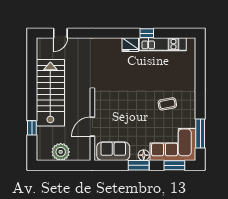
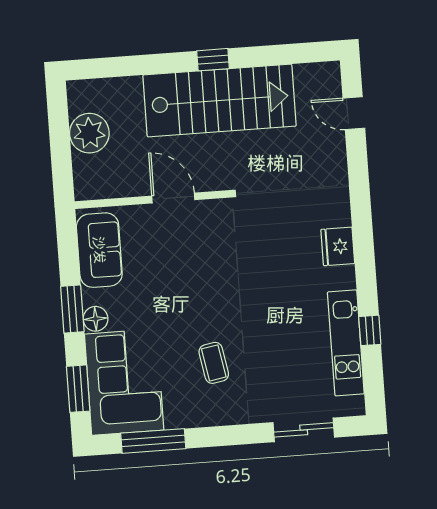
window: (147, 33) -> (370, 330), moved
fridge: (130, 45) -> (338, 246), moved
sliding door: (200, 66) -> (304, 430), added
door: (92, 127) -> (173, 198), moved
window: (32, 128) -> (213, 60), moved

